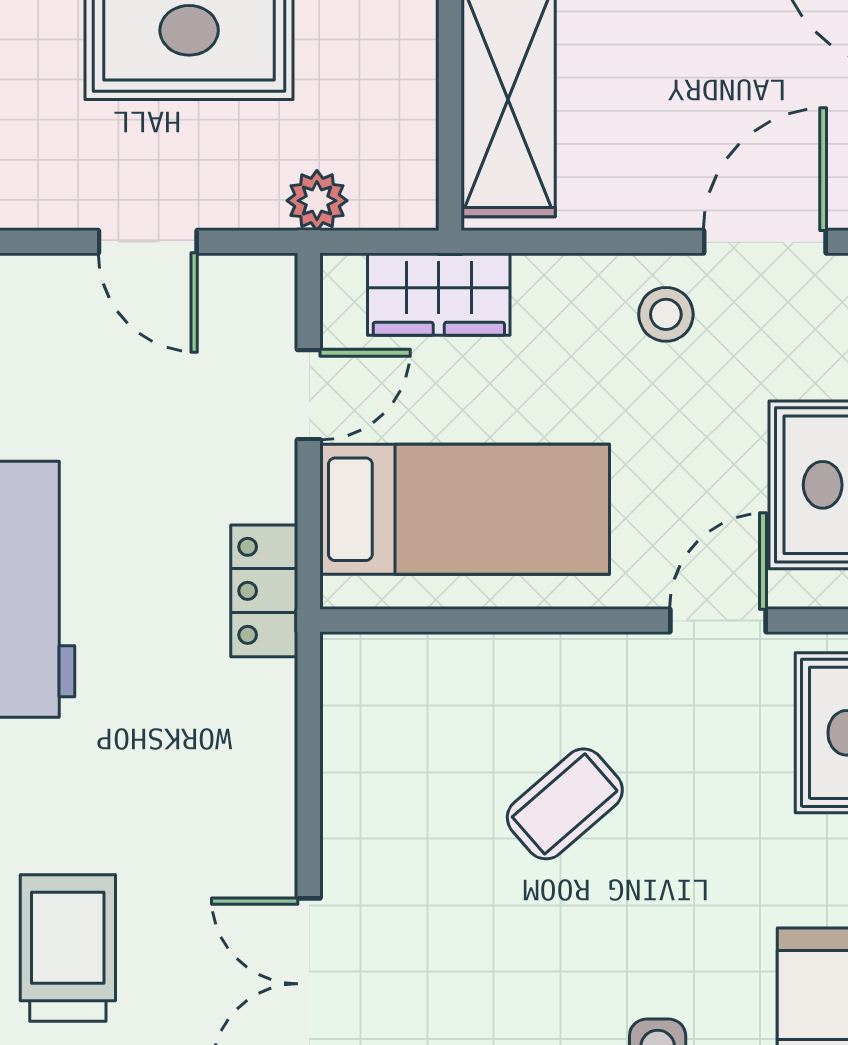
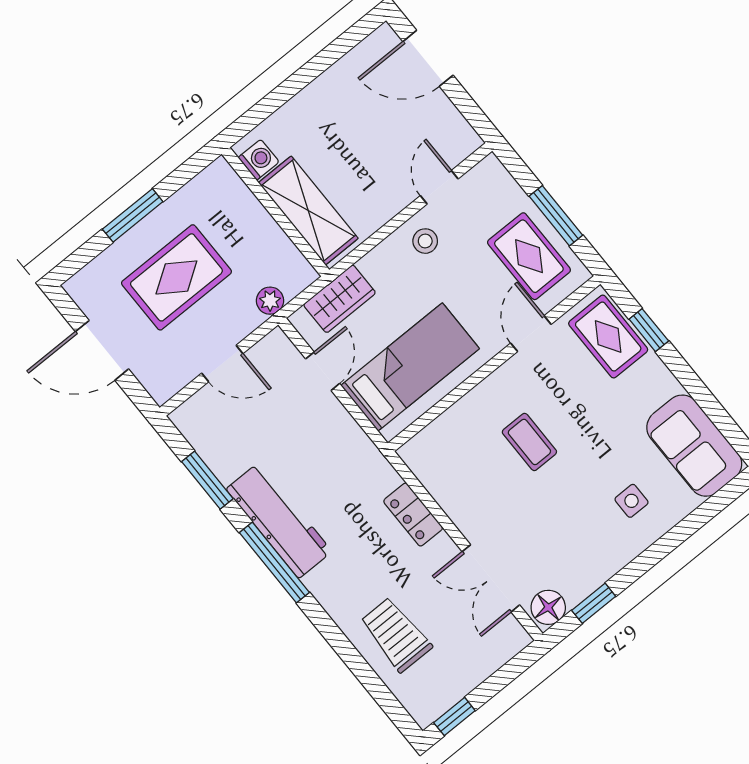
door: (765, 242) -> (439, 187), width x0.73
locker: (264, 591) -> (413, 515), moved
coffee table: (565, 804) -> (529, 442), turned -49

